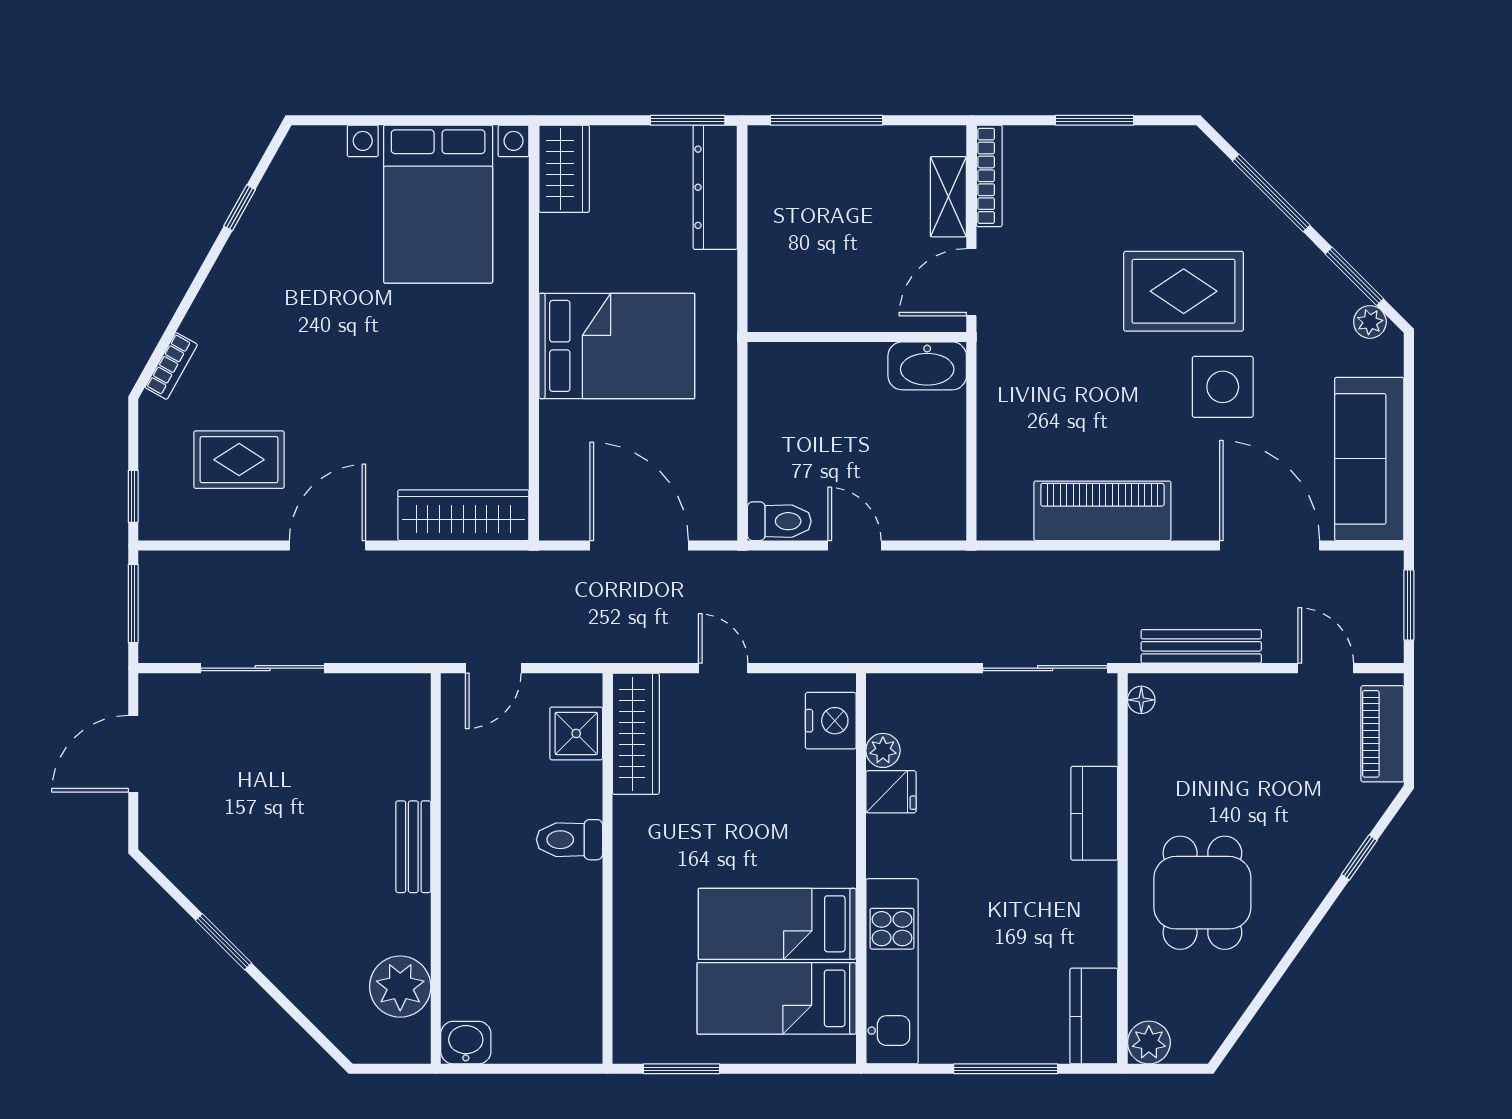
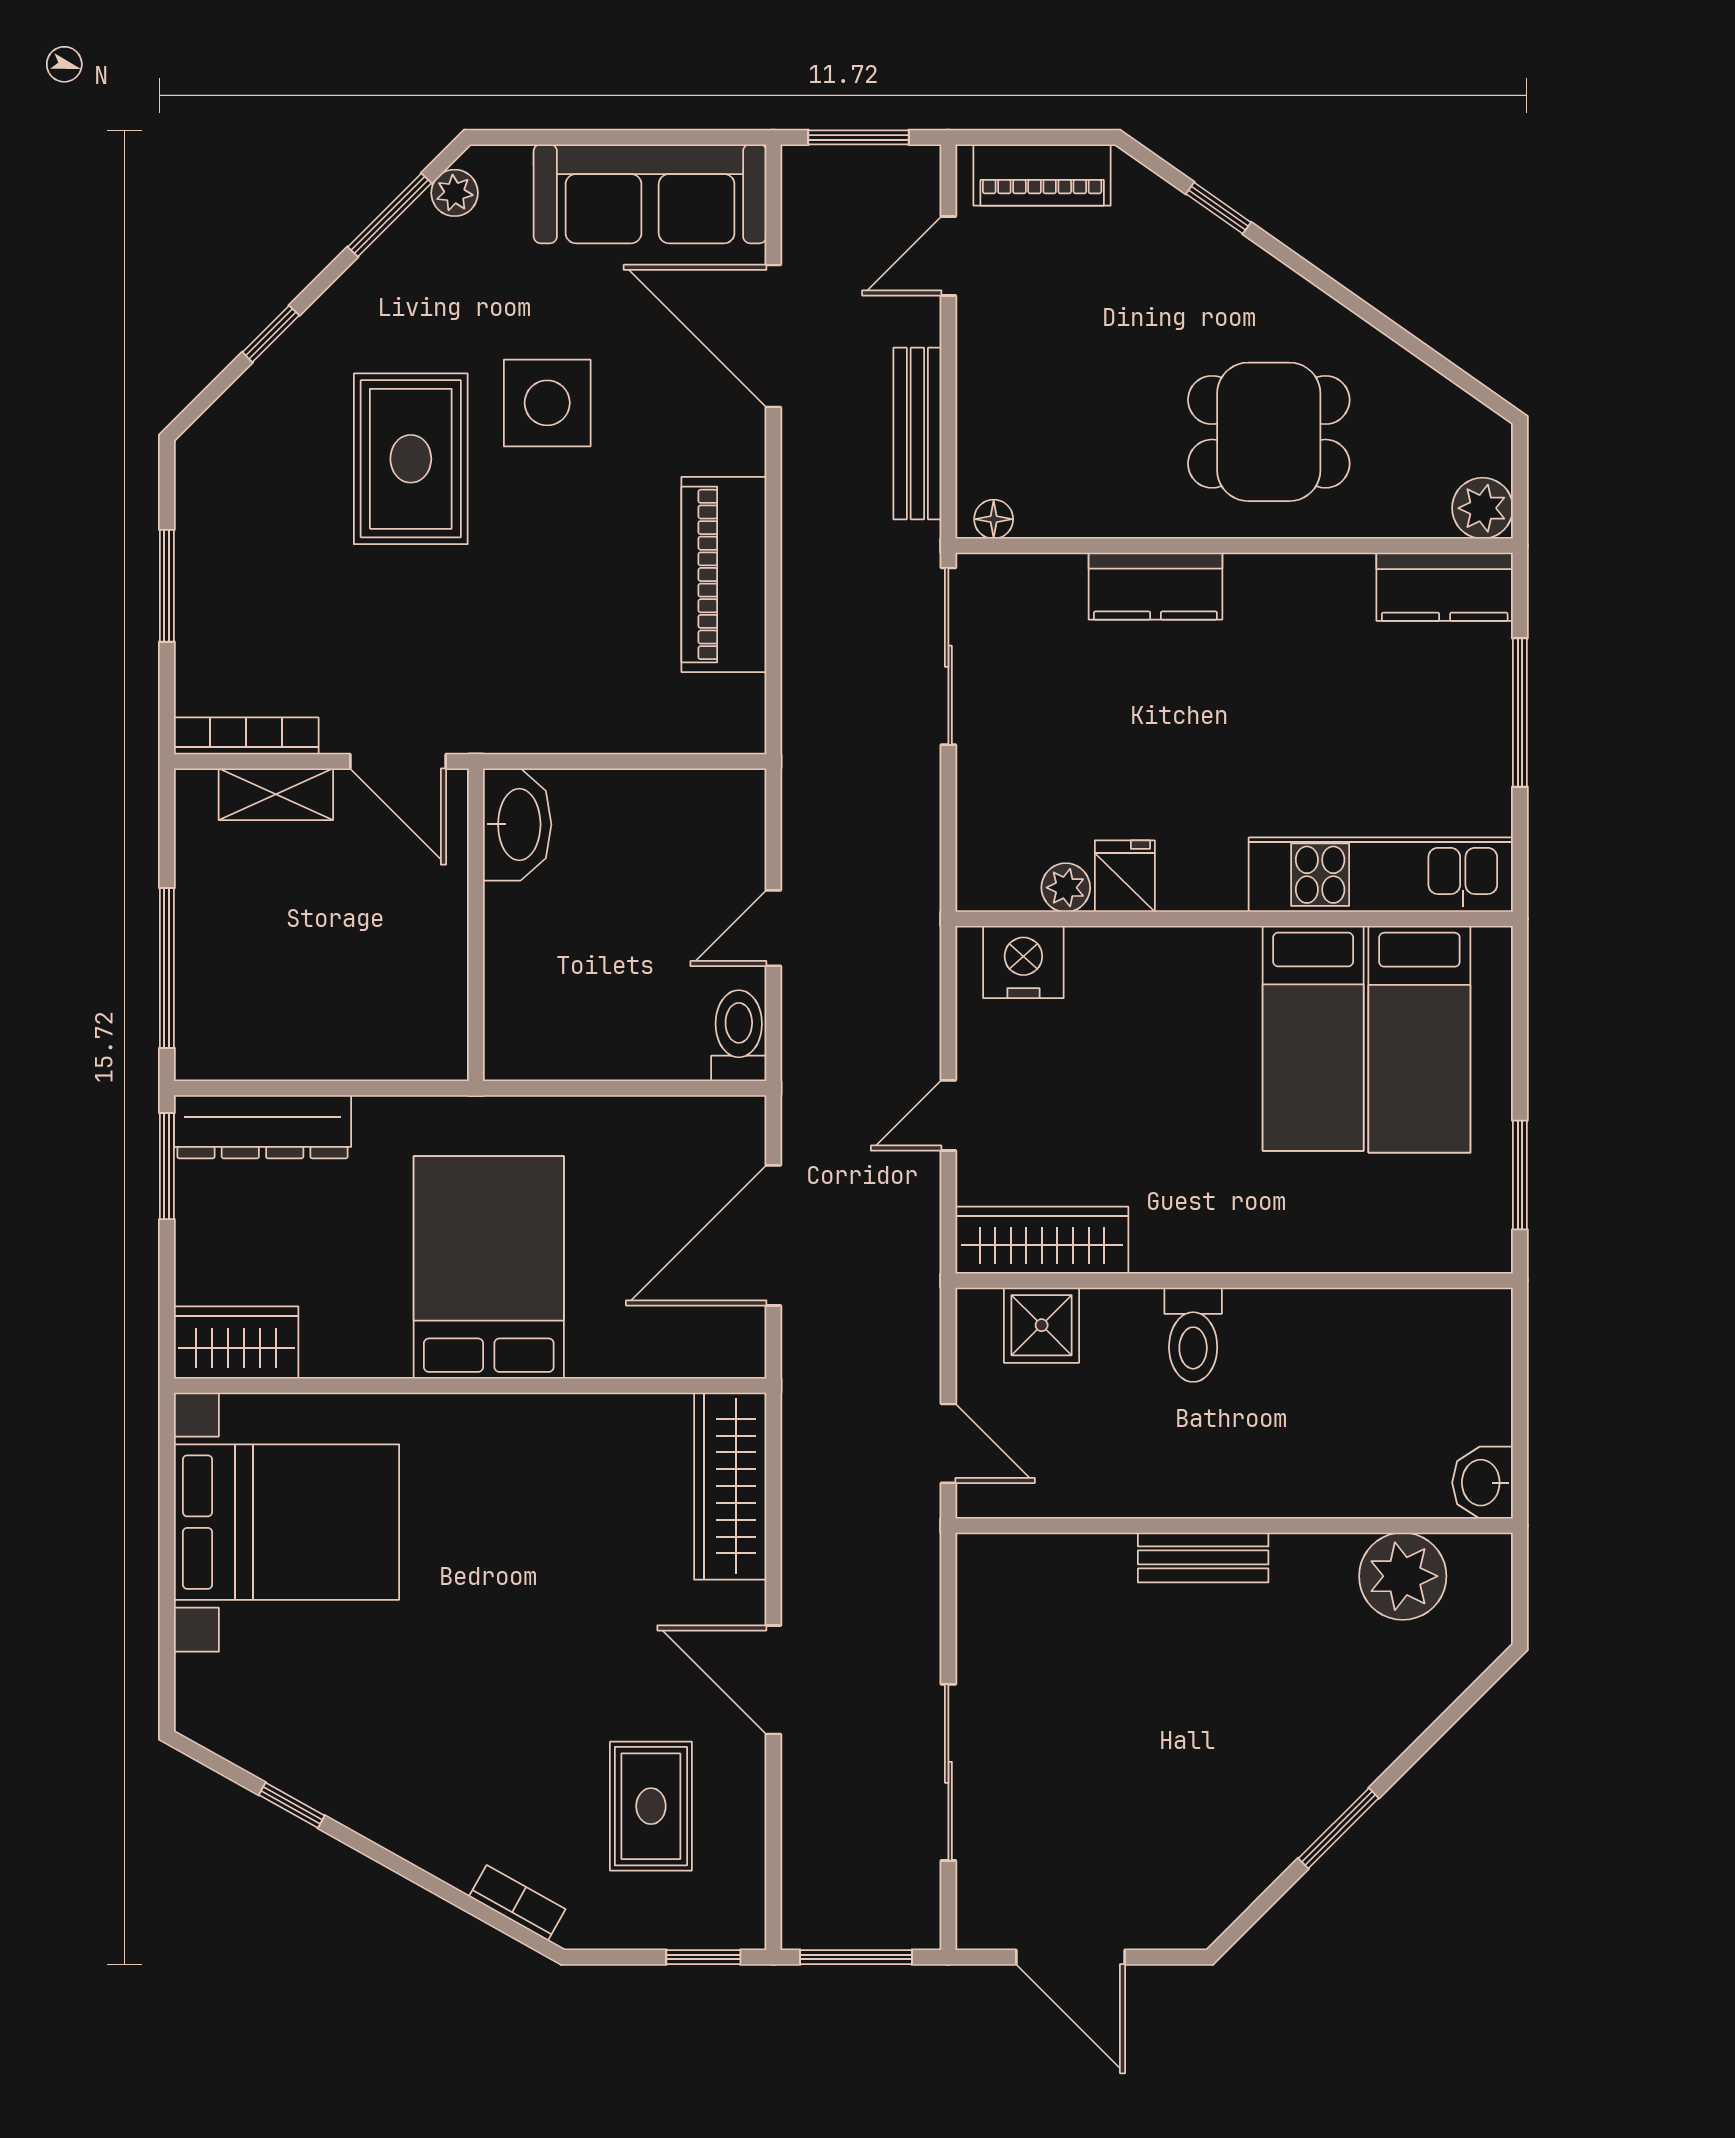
window: (1271, 193) -> (271, 334), width x0.46
door: (1270, 545) -> (773, 336), hinge flipped

